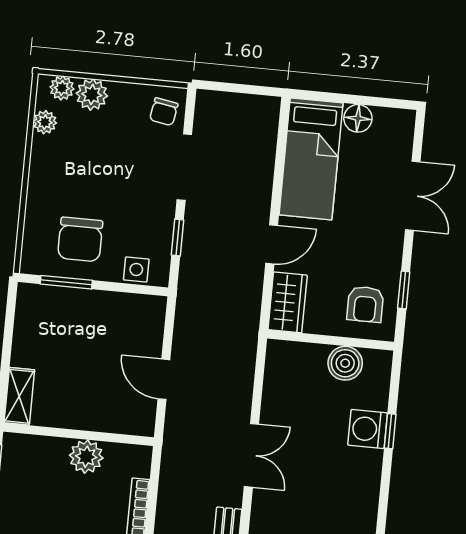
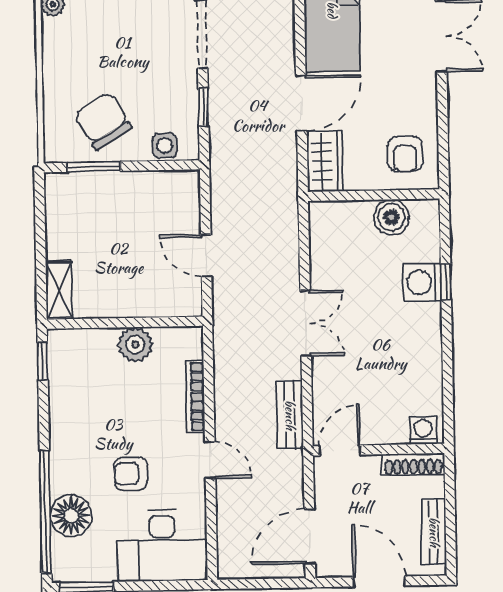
chair: (80, 239) -> (103, 121), turned 149
door: (272, 244) -> (301, 103), width x1.38
window: (404, 290) -> (443, 135), removed

